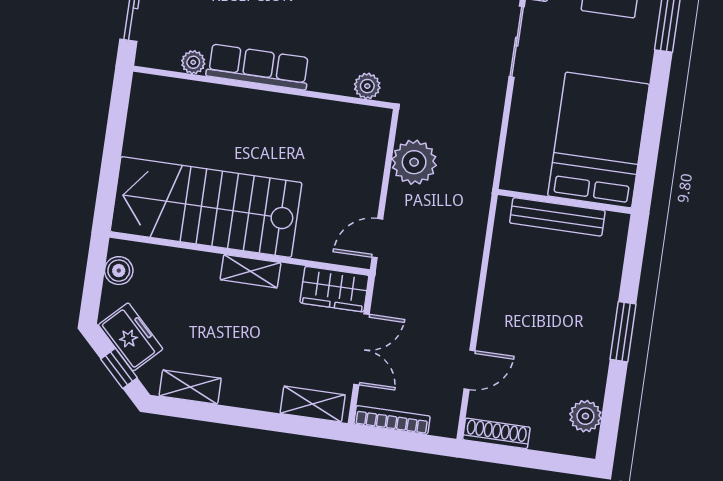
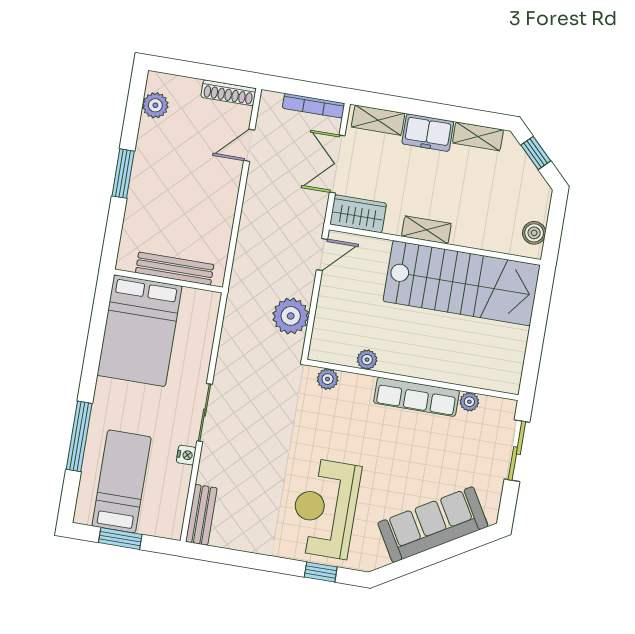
plant: (320, 111) -> (367, 360), added
freezer: (131, 337) -> (428, 133), moved, turned -45

